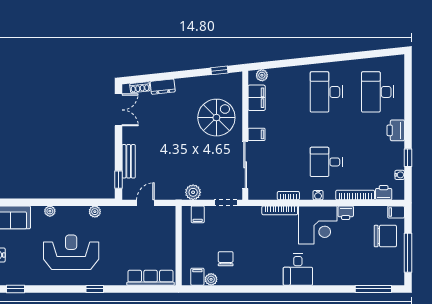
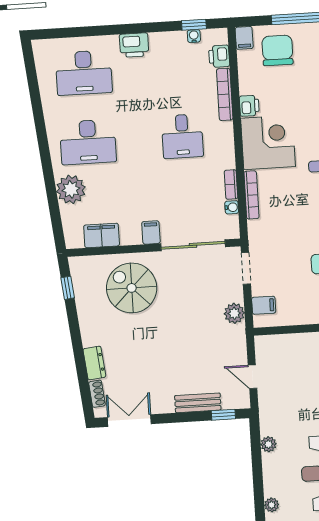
plant: (262, 75) -> (71, 189), moved, width x1.88, depth x1.88
window: (408, 158) -> (194, 25), moved
water cooler: (318, 195) -> (232, 207), moved

